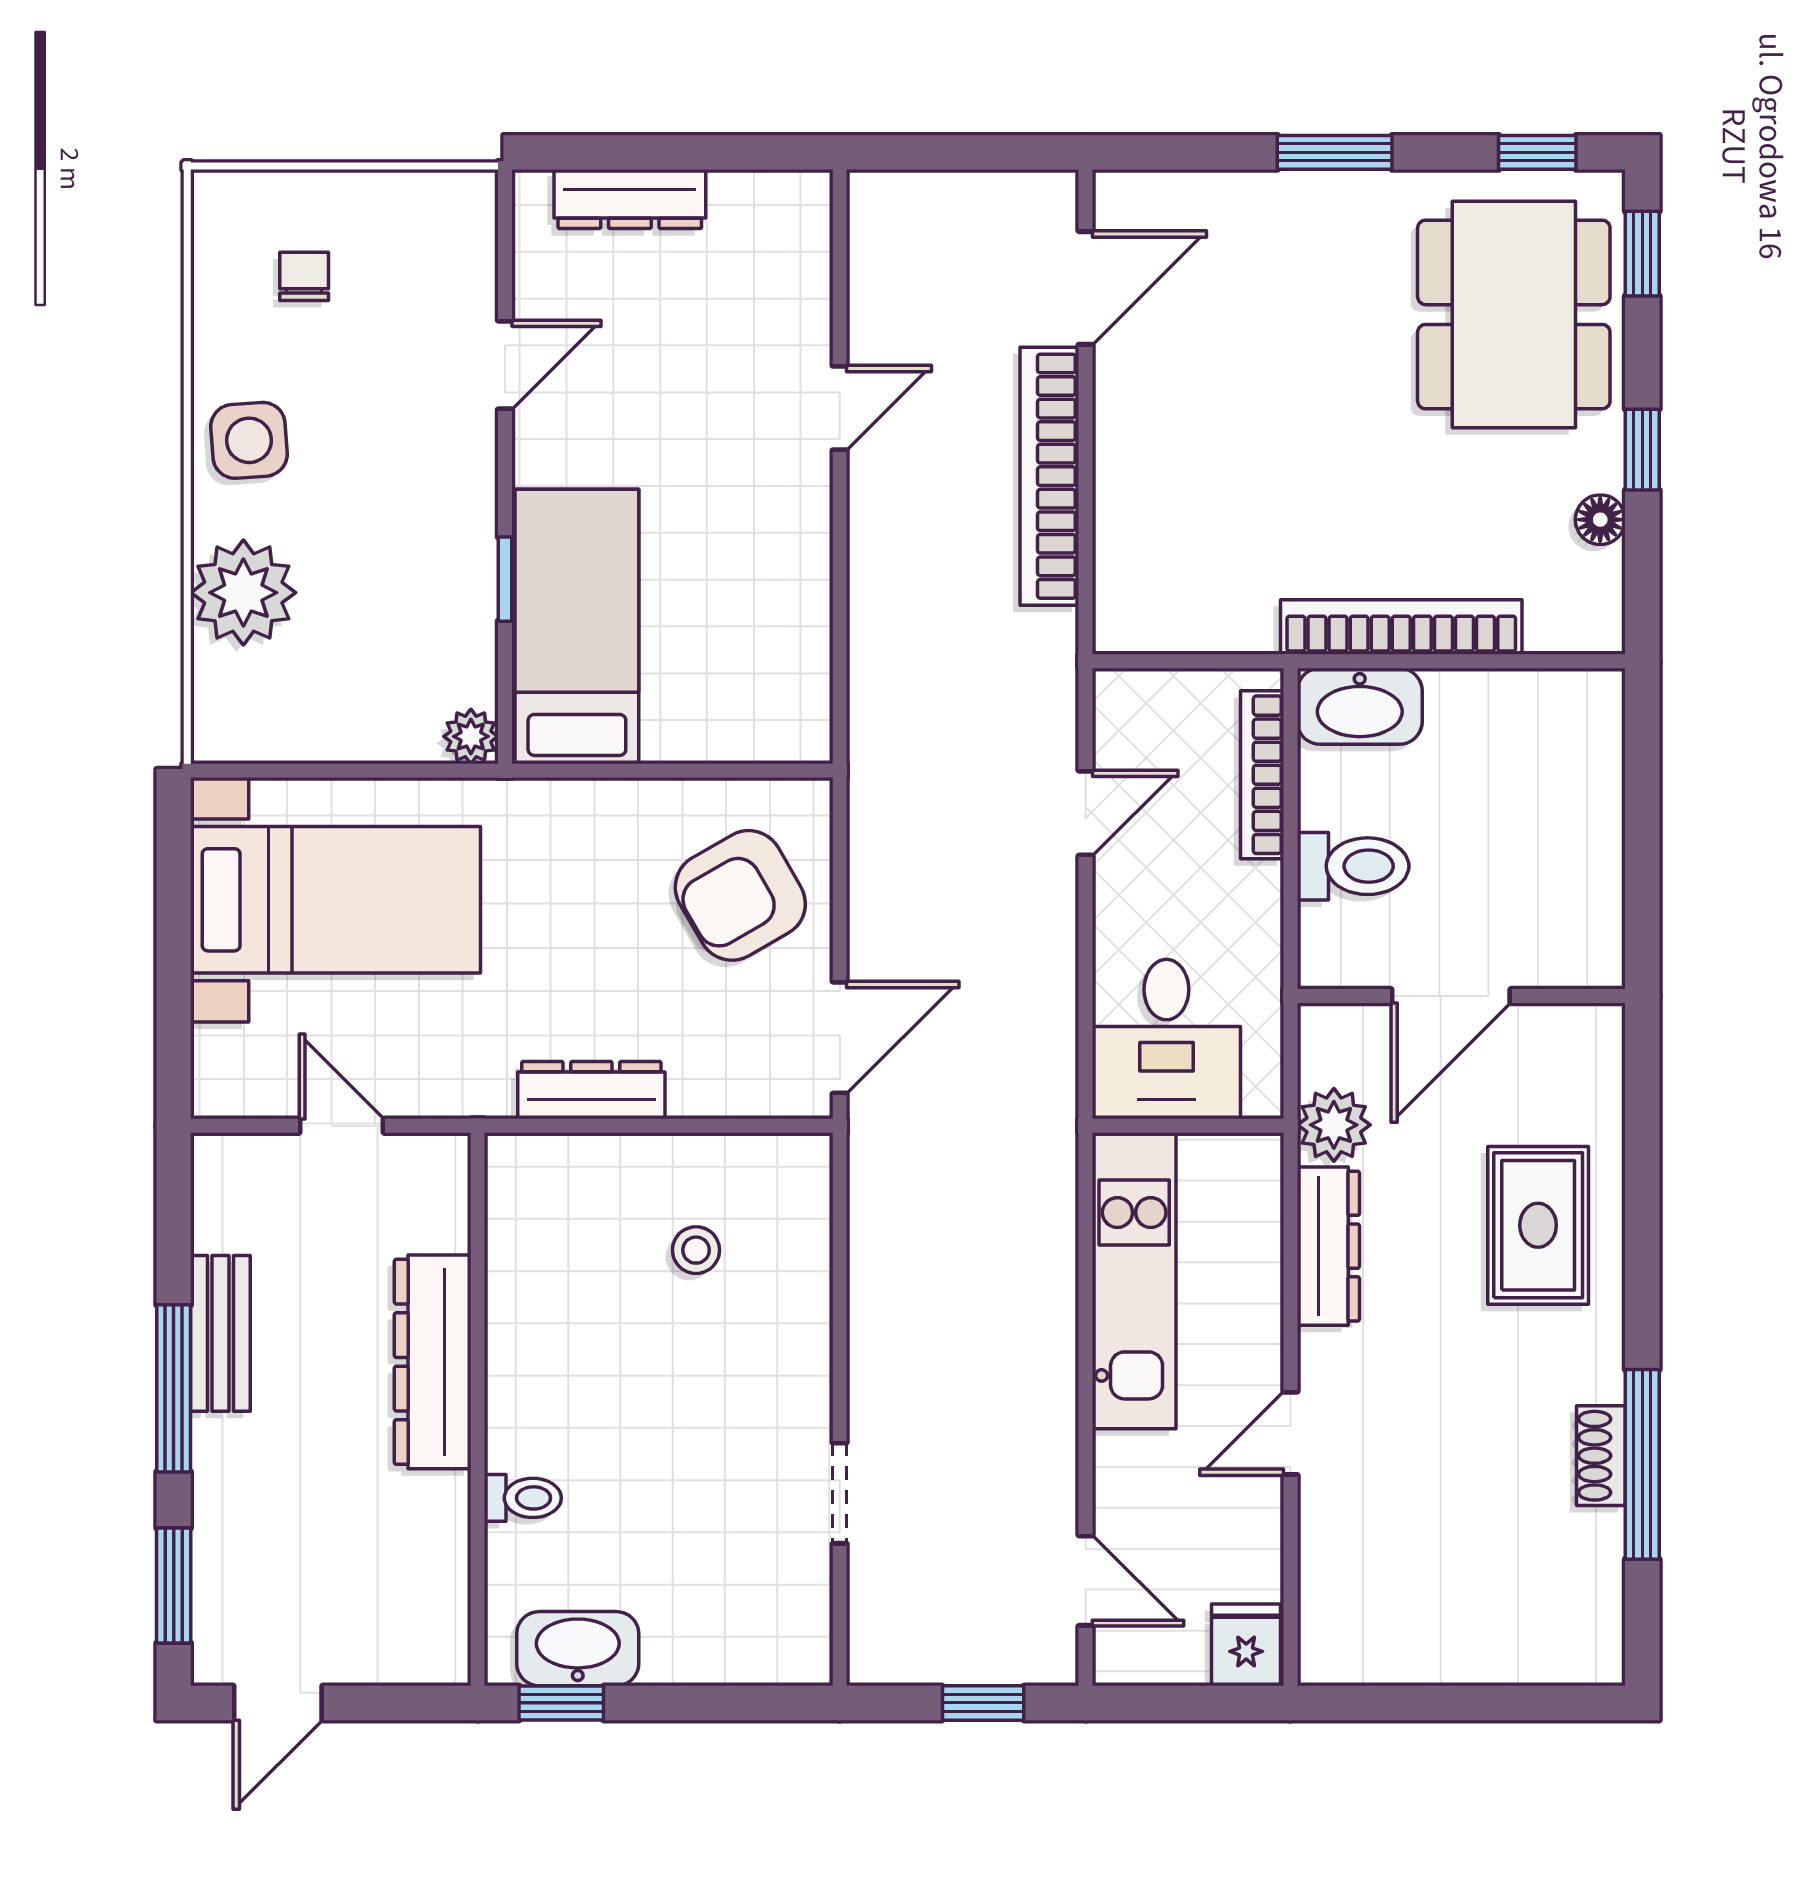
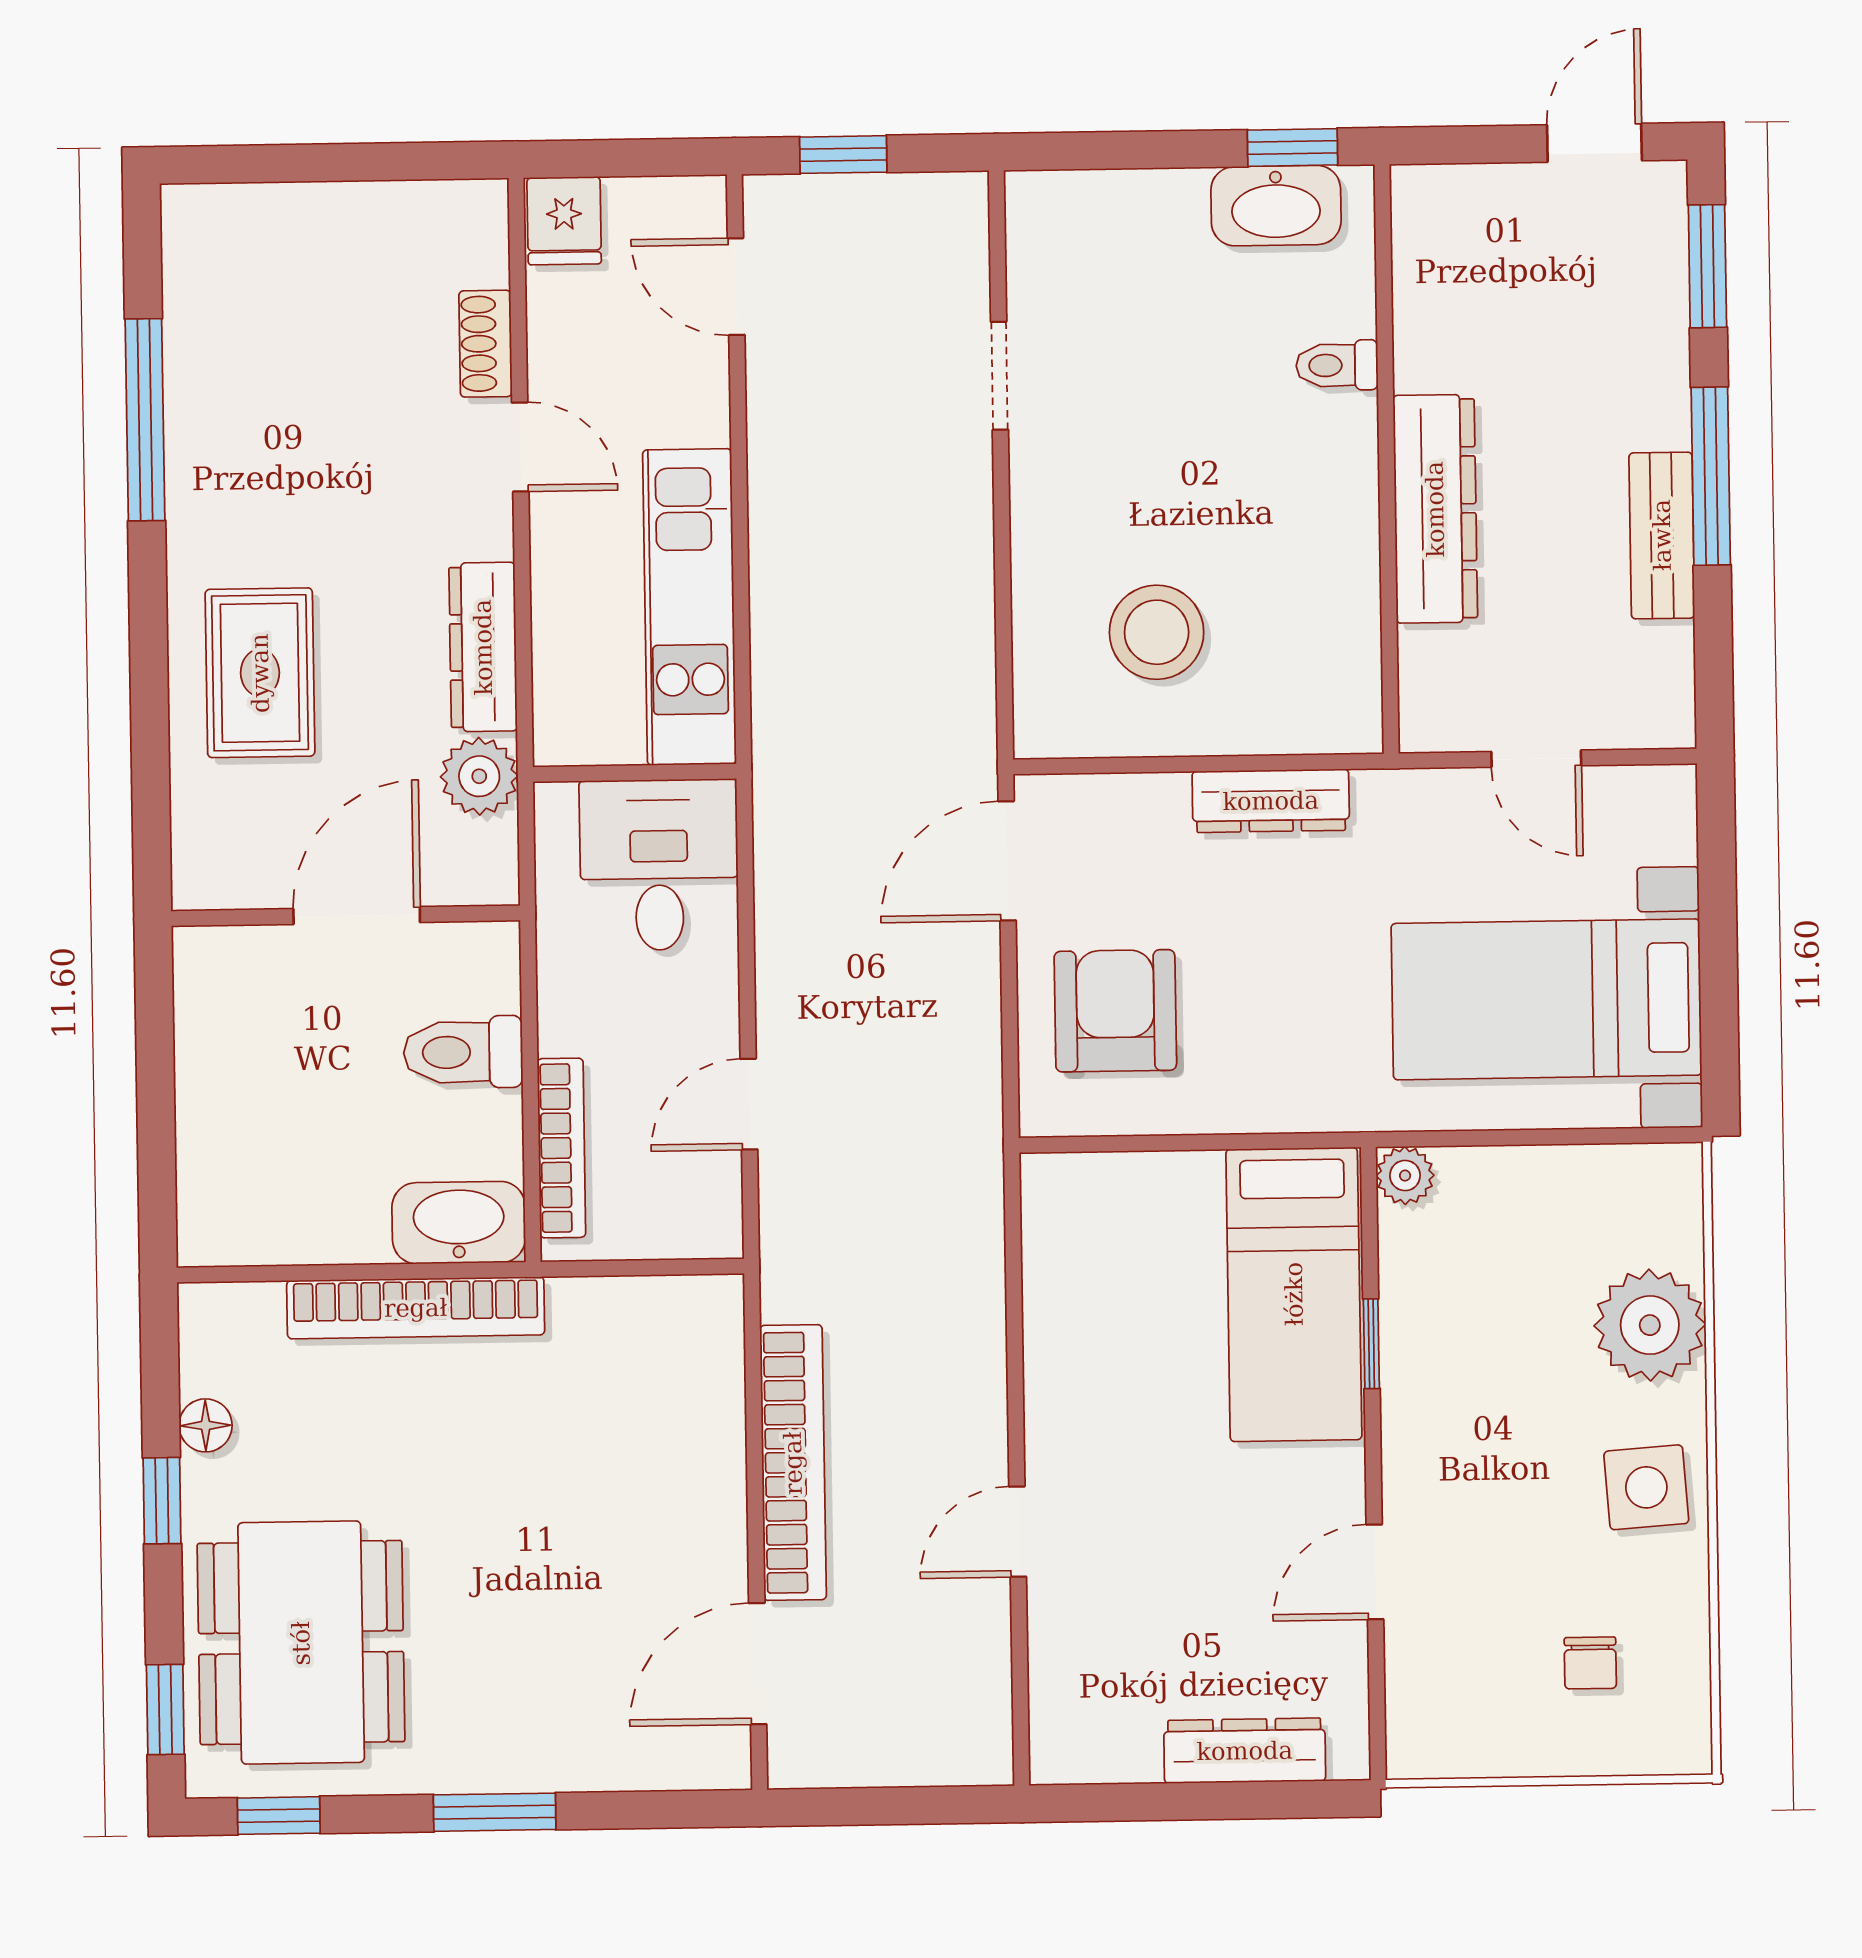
armchair: (740, 895) -> (1115, 1011), turned -60
stool: (696, 1250) -> (1157, 632), width x1.89, depth x1.89
door: (1290, 1433) -> (520, 447), hinge flipped
shoe rack: (1601, 1456) -> (486, 344), moved, turned 180

